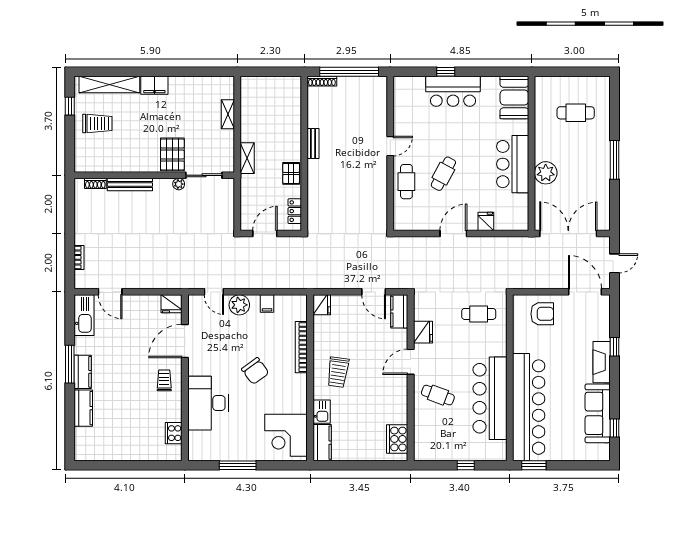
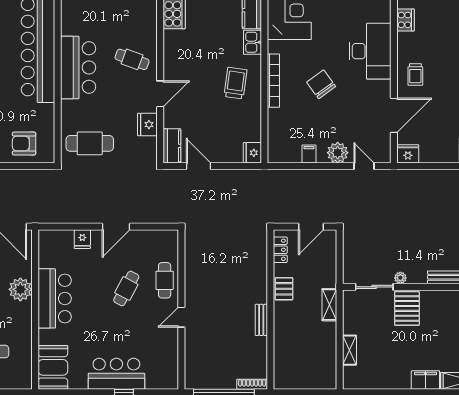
cafe table: (479, 314) -> (90, 143), width x1.37, depth x1.35
bookcase: (301, 347) -> (273, 81), moved
bar counter: (490, 398) -> (78, 67), width x0.73

